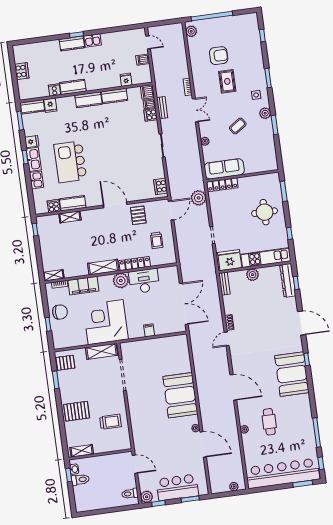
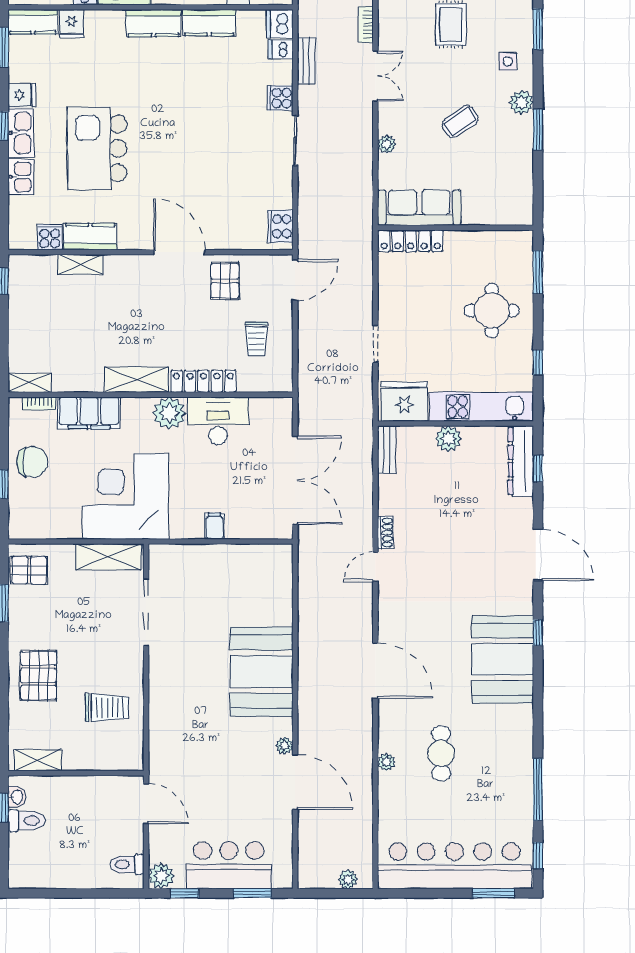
cooker: (151, 115) -> (280, 98), moved
plant: (199, 198) -> (357, 262), removed
pallet: (77, 411) -> (38, 675), turned 90

